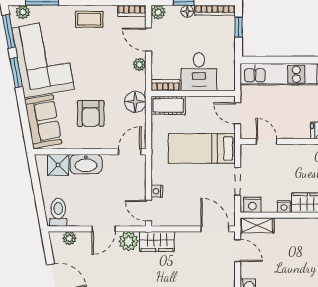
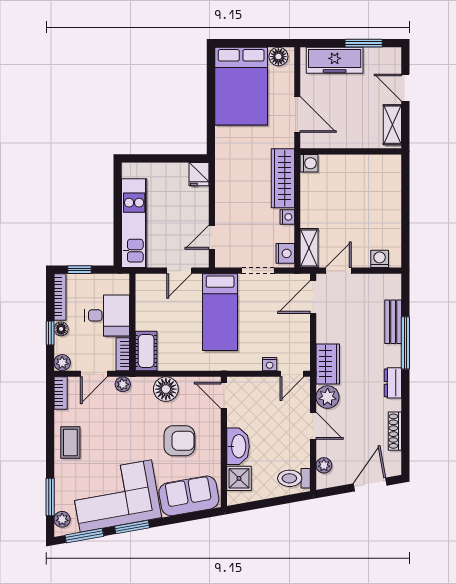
desk: (199, 72) -> (107, 315), moved
bookcase: (165, 85) -> (123, 354), moved
wall: (193, 93) -> (132, 322), moved
cot: (168, 105) -> (146, 351), moved

